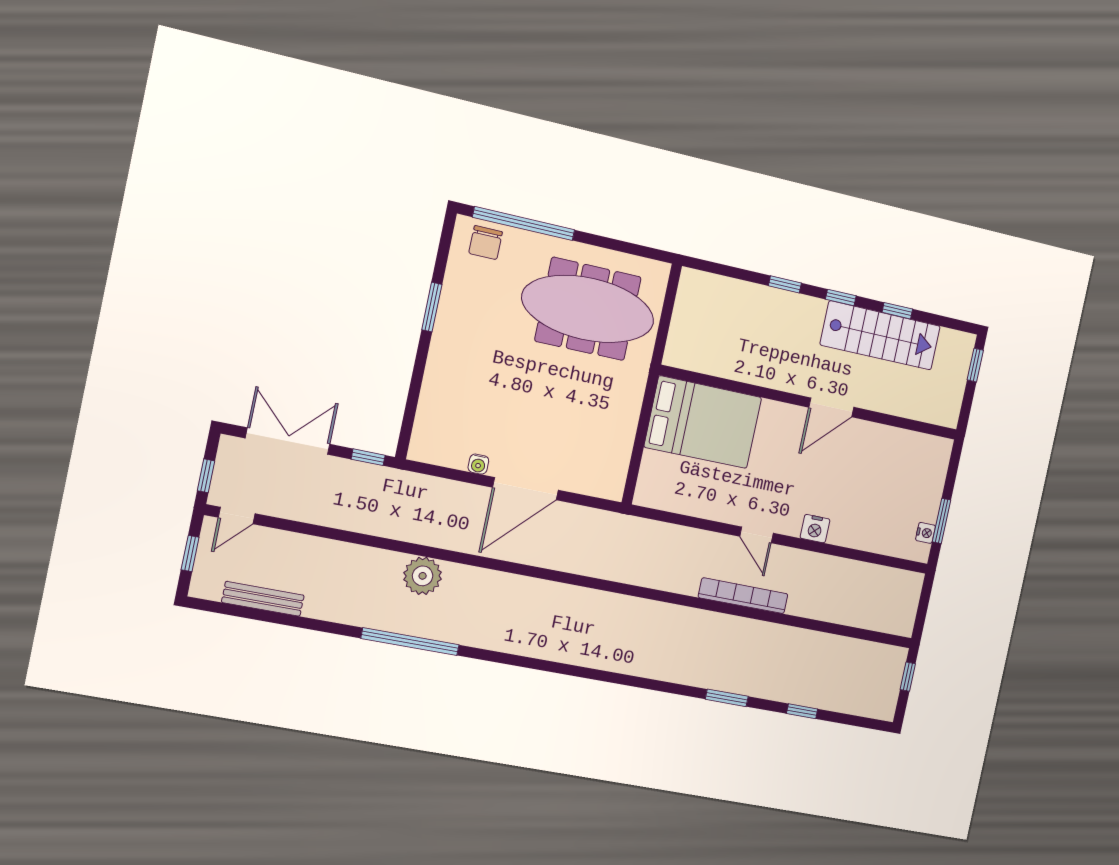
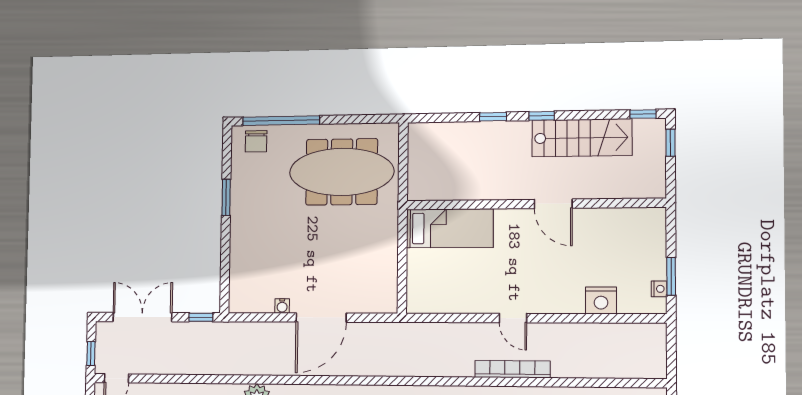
window: (897, 311) -> (643, 114), moved
door: (831, 407) -> (553, 204), hinge flipped
bed: (703, 422) -> (450, 228), width x0.67
nightstand: (815, 529) -> (601, 300), moved, width x1.36, depth x1.33

